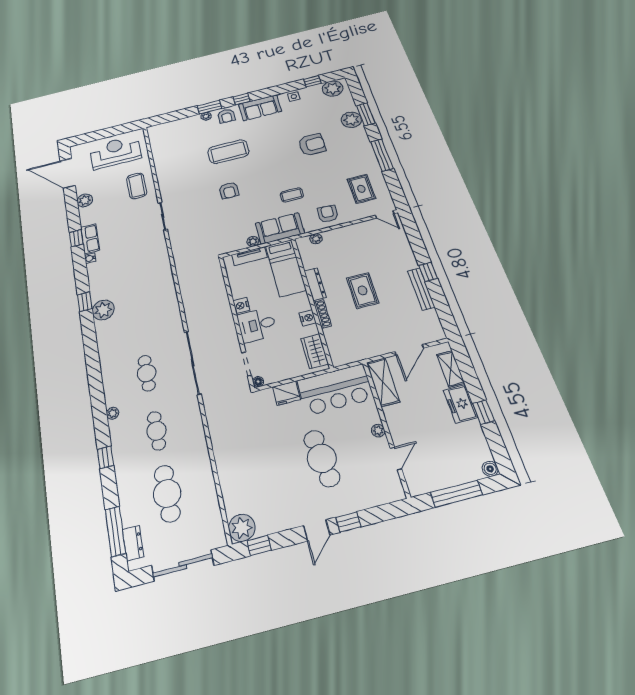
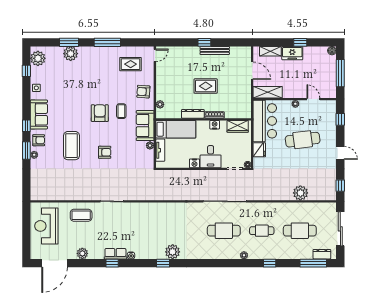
armchair: (312, 145) -> (100, 113), moved
cafe table: (147, 373) -> (224, 231), width x1.37, depth x1.35
window: (348, 522) -> (340, 119), moved
plant: (242, 528) -> (300, 193), moved

